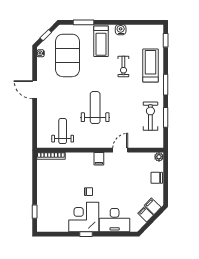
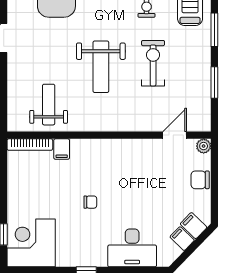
weight bench: (95, 108) -> (101, 67), turned 180
exercise bike: (150, 116) -> (153, 63), moved
door: (120, 150) -> (175, 135), moved
filing cabinet: (99, 159) -> (62, 149), moved
corner desk: (84, 217) -> (31, 243), moved

